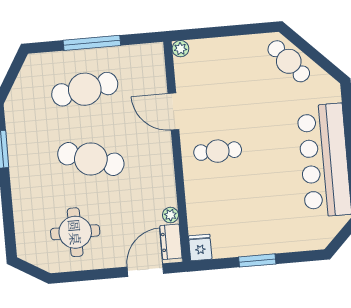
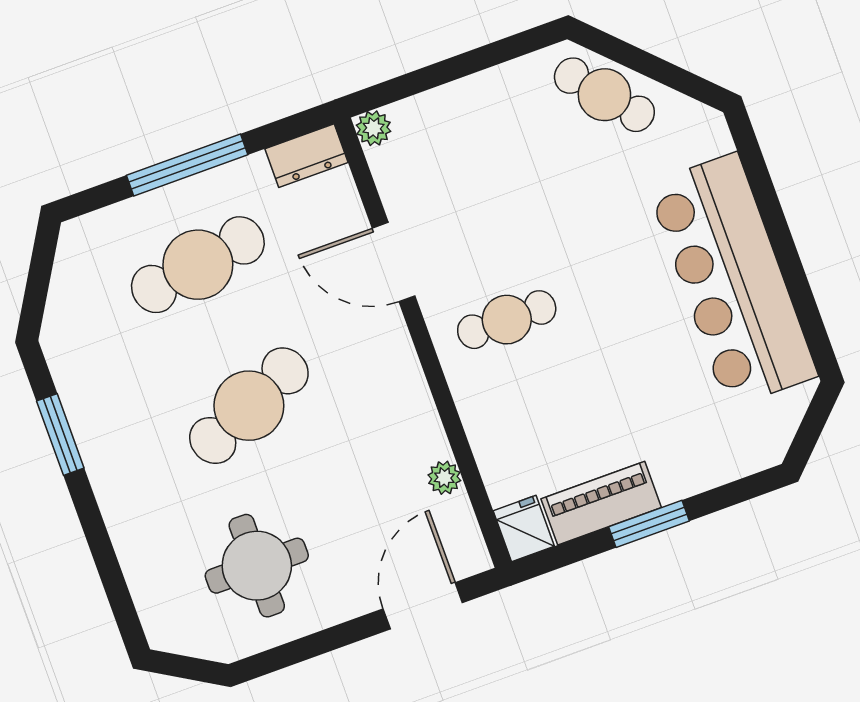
cafe table: (91, 159) -> (249, 406), turned -42
dresser: (171, 242) -> (306, 156), moved, turned -90
piano: (238, 245) -> (601, 503), added

